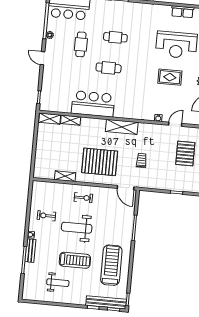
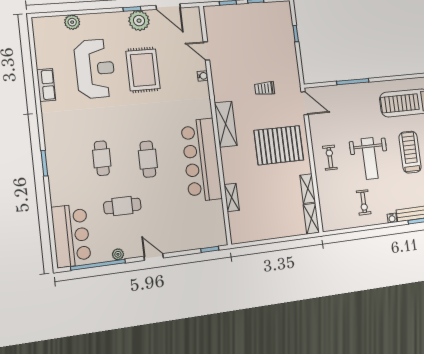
row of seats: (182, 12) -> (46, 85), moved
door: (43, 58) -> (154, 257), swing flipped
rug: (170, 77) -> (143, 70), width x1.36, depth x1.43
bar counter: (93, 104) -> (201, 160), width x1.36
shelving: (50, 119) -> (311, 219), moved
pallet: (185, 153) -> (243, 31), removed
pallet: (100, 162) -> (279, 145), turned 90
door: (126, 188) -> (305, 103), hinge flipped

